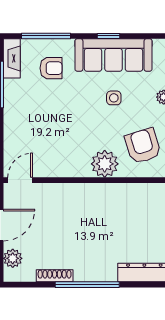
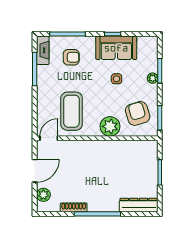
sofa: (113, 55) -> (116, 48), width x0.73
coffee table: (52, 143) -> (72, 111), added

